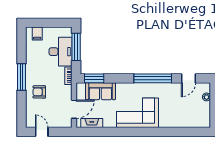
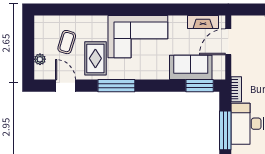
window: (153, 78) -> (116, 86), width x0.68
door: (188, 78) -> (65, 86), hinge flipped
rug: (167, 98) -> (95, 58), added
coffee table: (188, 109) -> (67, 42), added

